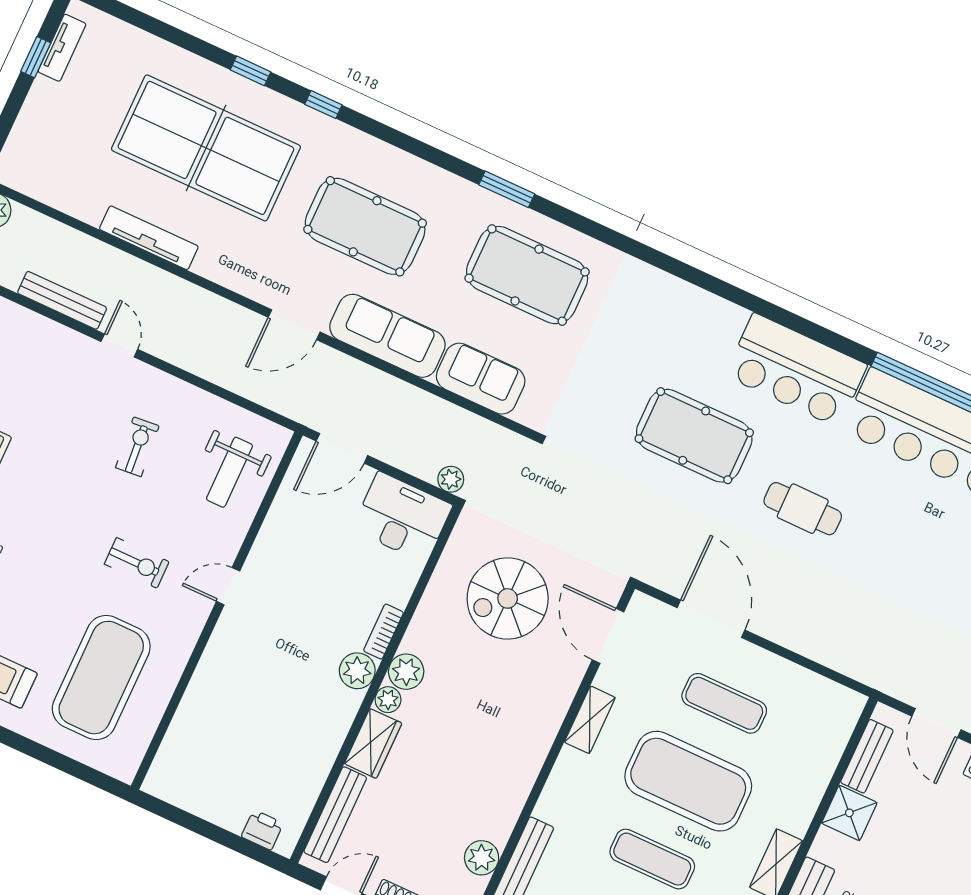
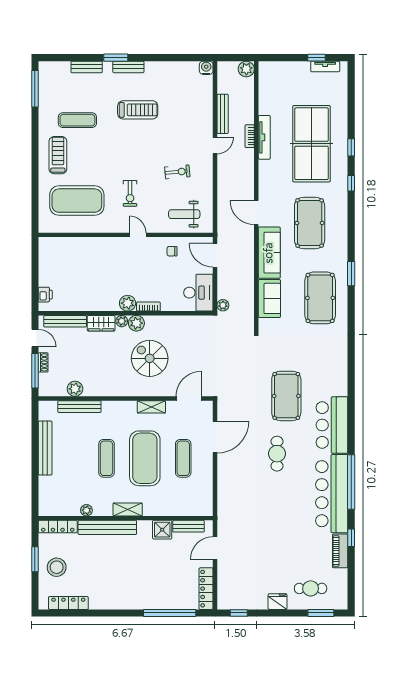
bookcase: (133, 266) -> (250, 136), added
chair: (293, 532) -> (172, 251), added
spiral stairs: (508, 598) -> (150, 358), moved

